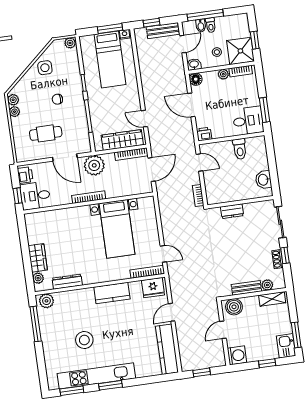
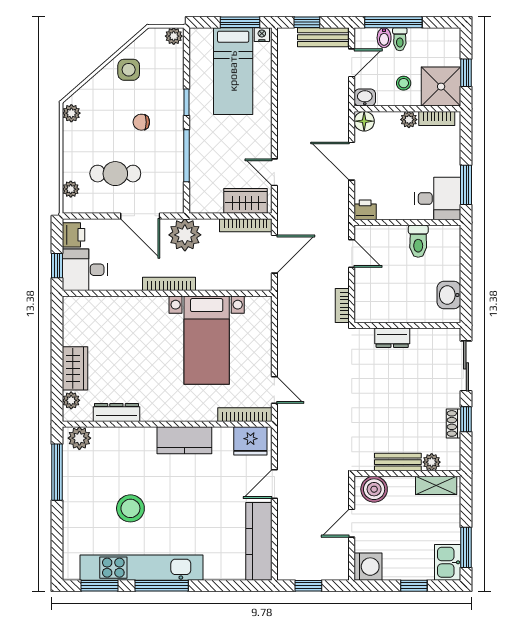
plant: (14, 112) -> (71, 189), moved
wardrobe: (122, 140) -> (246, 201), width x0.67
window: (110, 385) -> (162, 586), width x1.44

